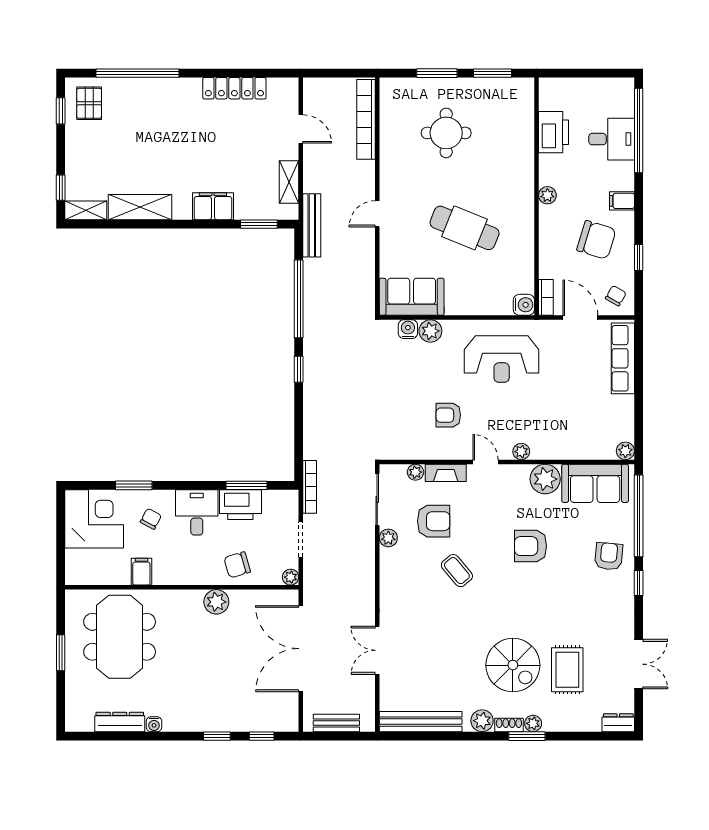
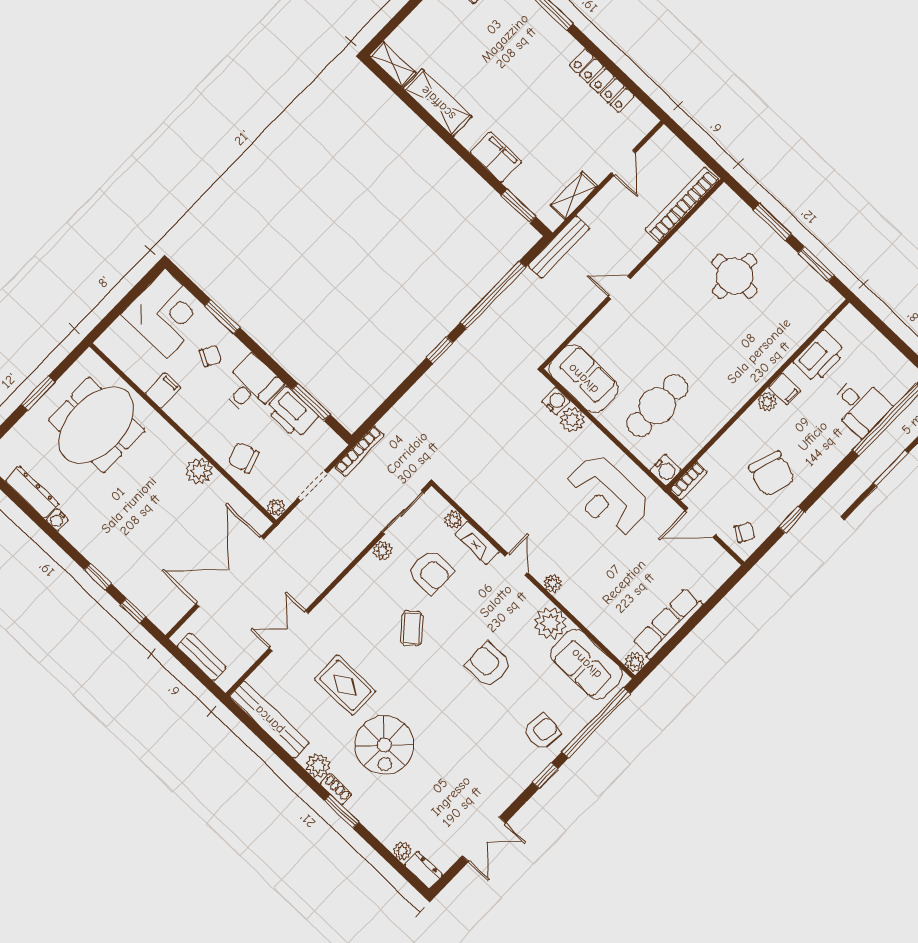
window: (61, 188) -> (390, 27), removed
filing cabinet: (622, 201) -> (785, 389), moved, turned 180
cafe table: (465, 228) -> (657, 406), moved, turned 68
door: (580, 317) -> (700, 523), swing flipped
row of seats: (623, 358) -> (668, 623), moved
armchair: (448, 415) -> (523, 500), removed
rug: (567, 670) -> (345, 685), moved, turned 90
plant: (533, 723) -> (403, 851), moved

